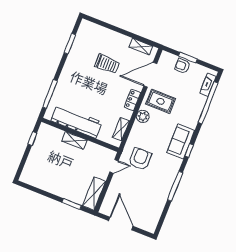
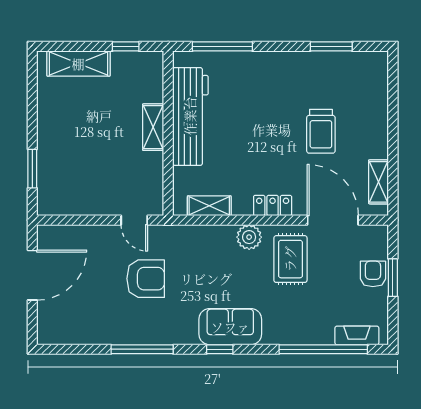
armchair: (140, 159) -> (146, 279), moved
shelving: (94, 194) -> (78, 64), moved

